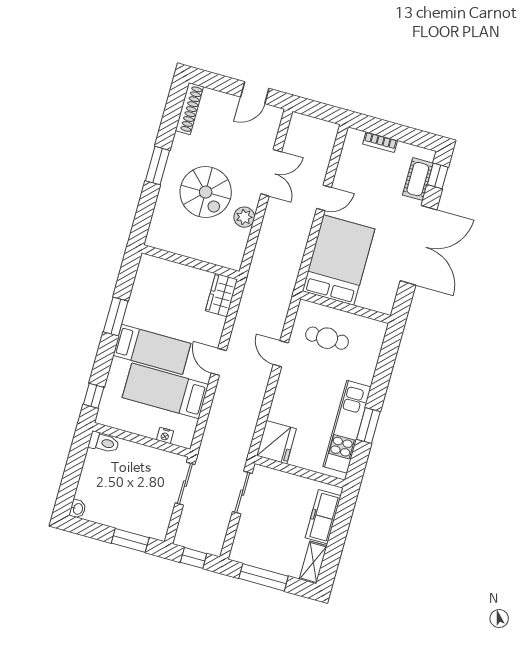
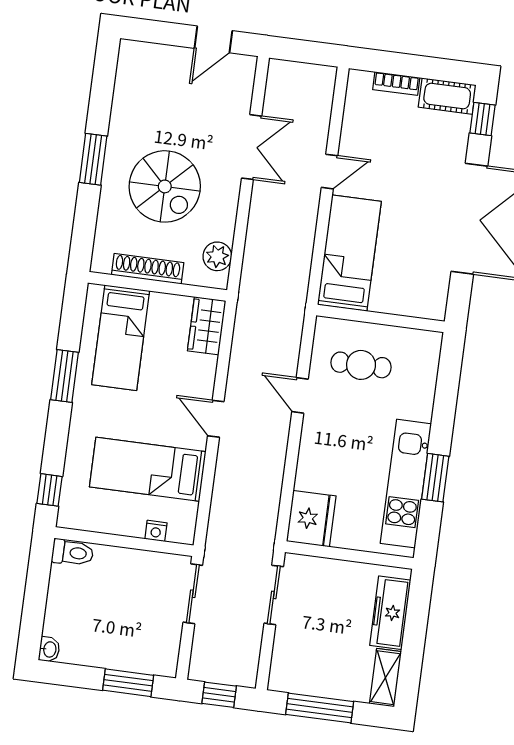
shoe rack: (189, 109) -> (148, 269), moved, turned -90
cot: (418, 179) -> (447, 96), moved, turned 90
plant: (244, 217) -> (217, 256), moved
bed: (339, 260) -> (349, 253), width x0.67
bed: (152, 349) -> (121, 338), moved, turned 90

